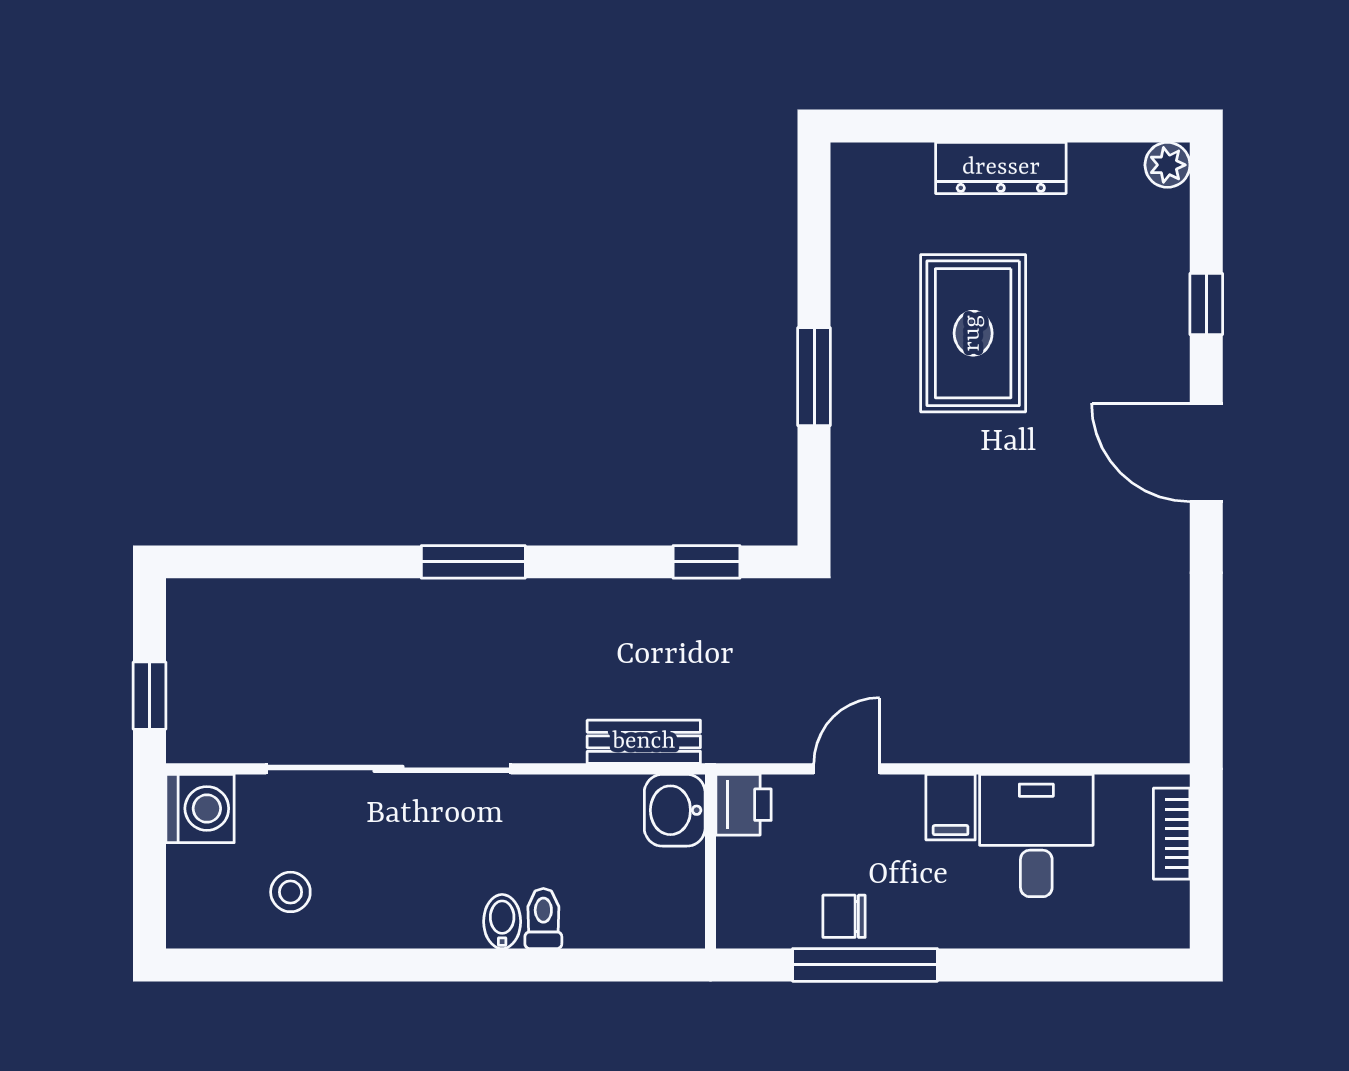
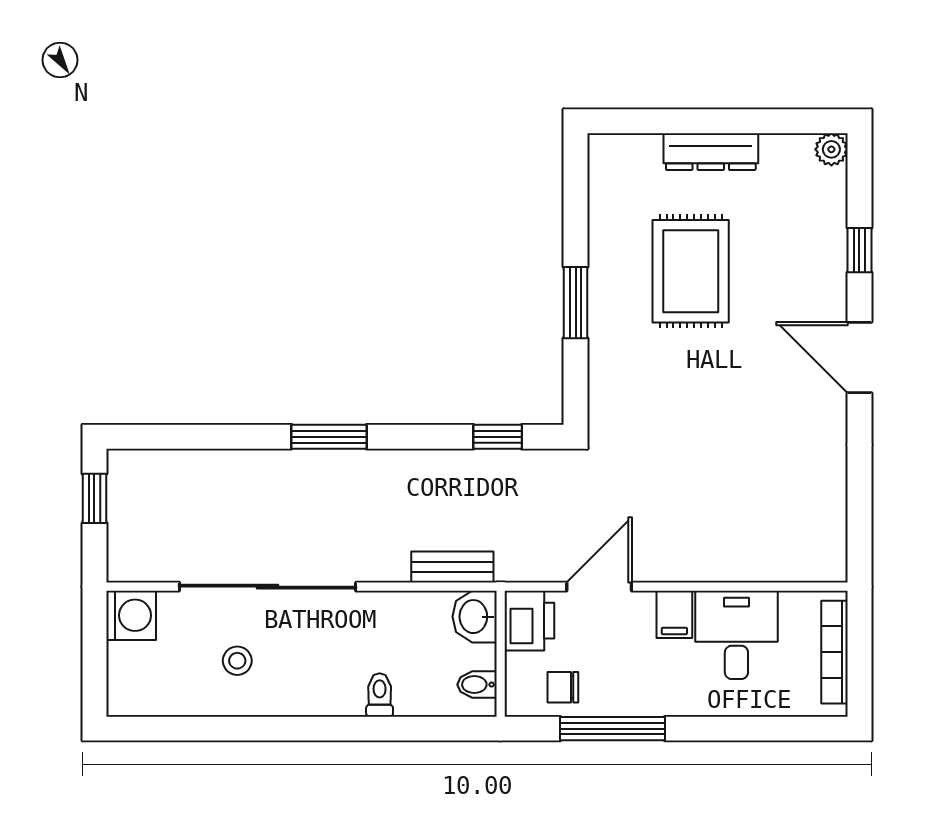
window: (149, 696) -> (94, 498), moved
door: (847, 769) -> (599, 587), width x1.38
printer: (744, 805) -> (529, 621), width x1.36, depth x1.24
bookcase: (1172, 834) -> (834, 652), width x1.56
stool: (290, 892) -> (237, 661), moved
chair: (844, 916) -> (563, 687), moved
bidet: (502, 922) -> (477, 685), moved, turned -90

